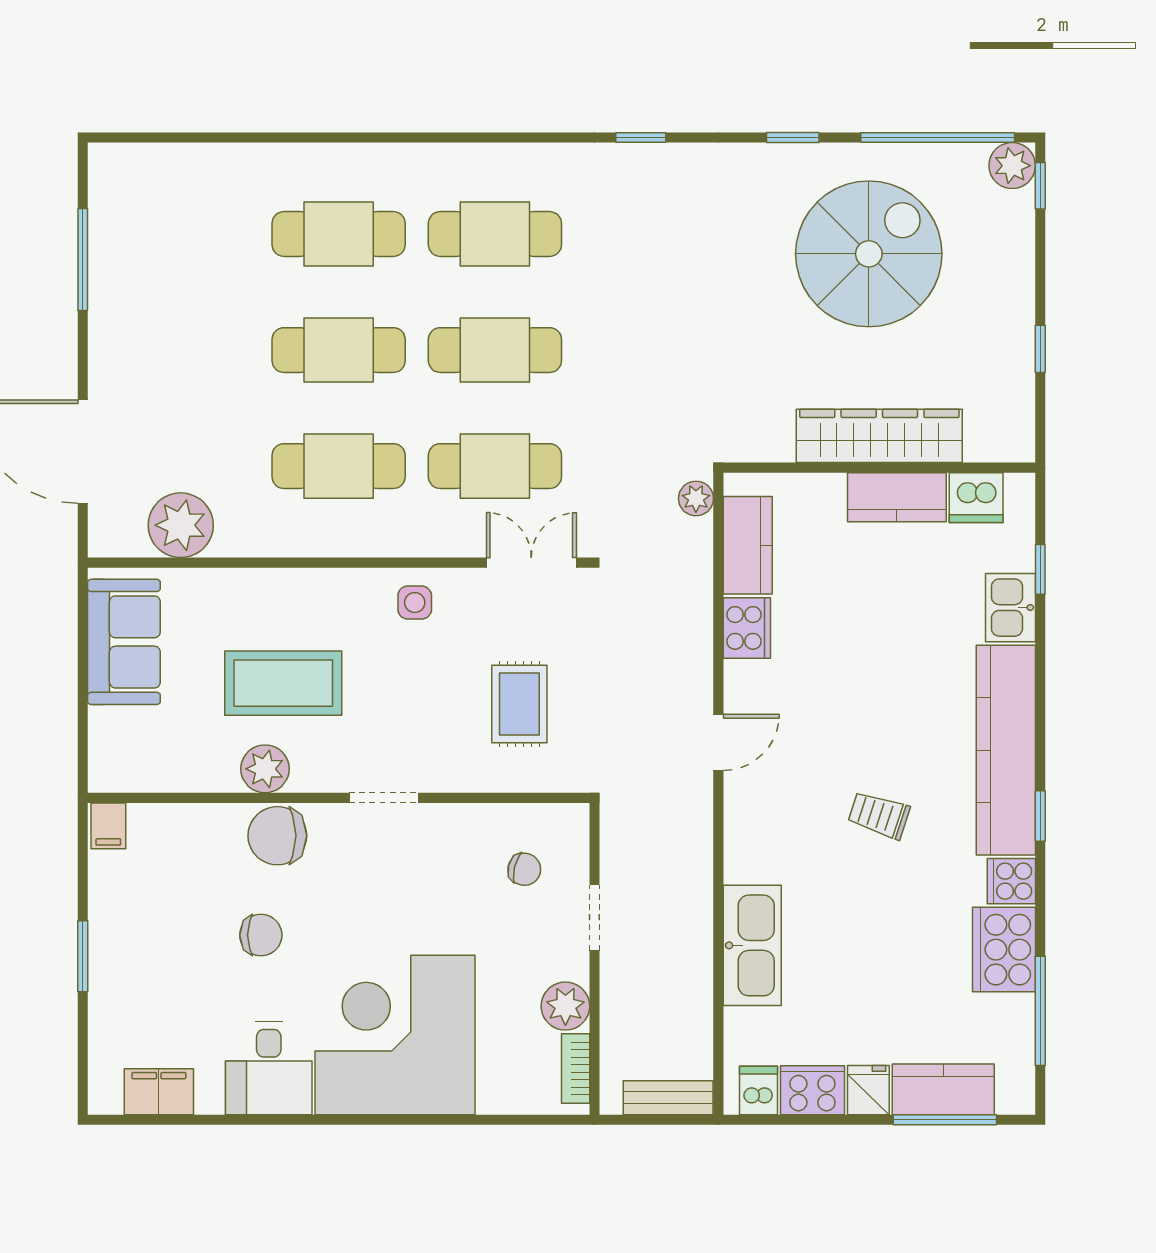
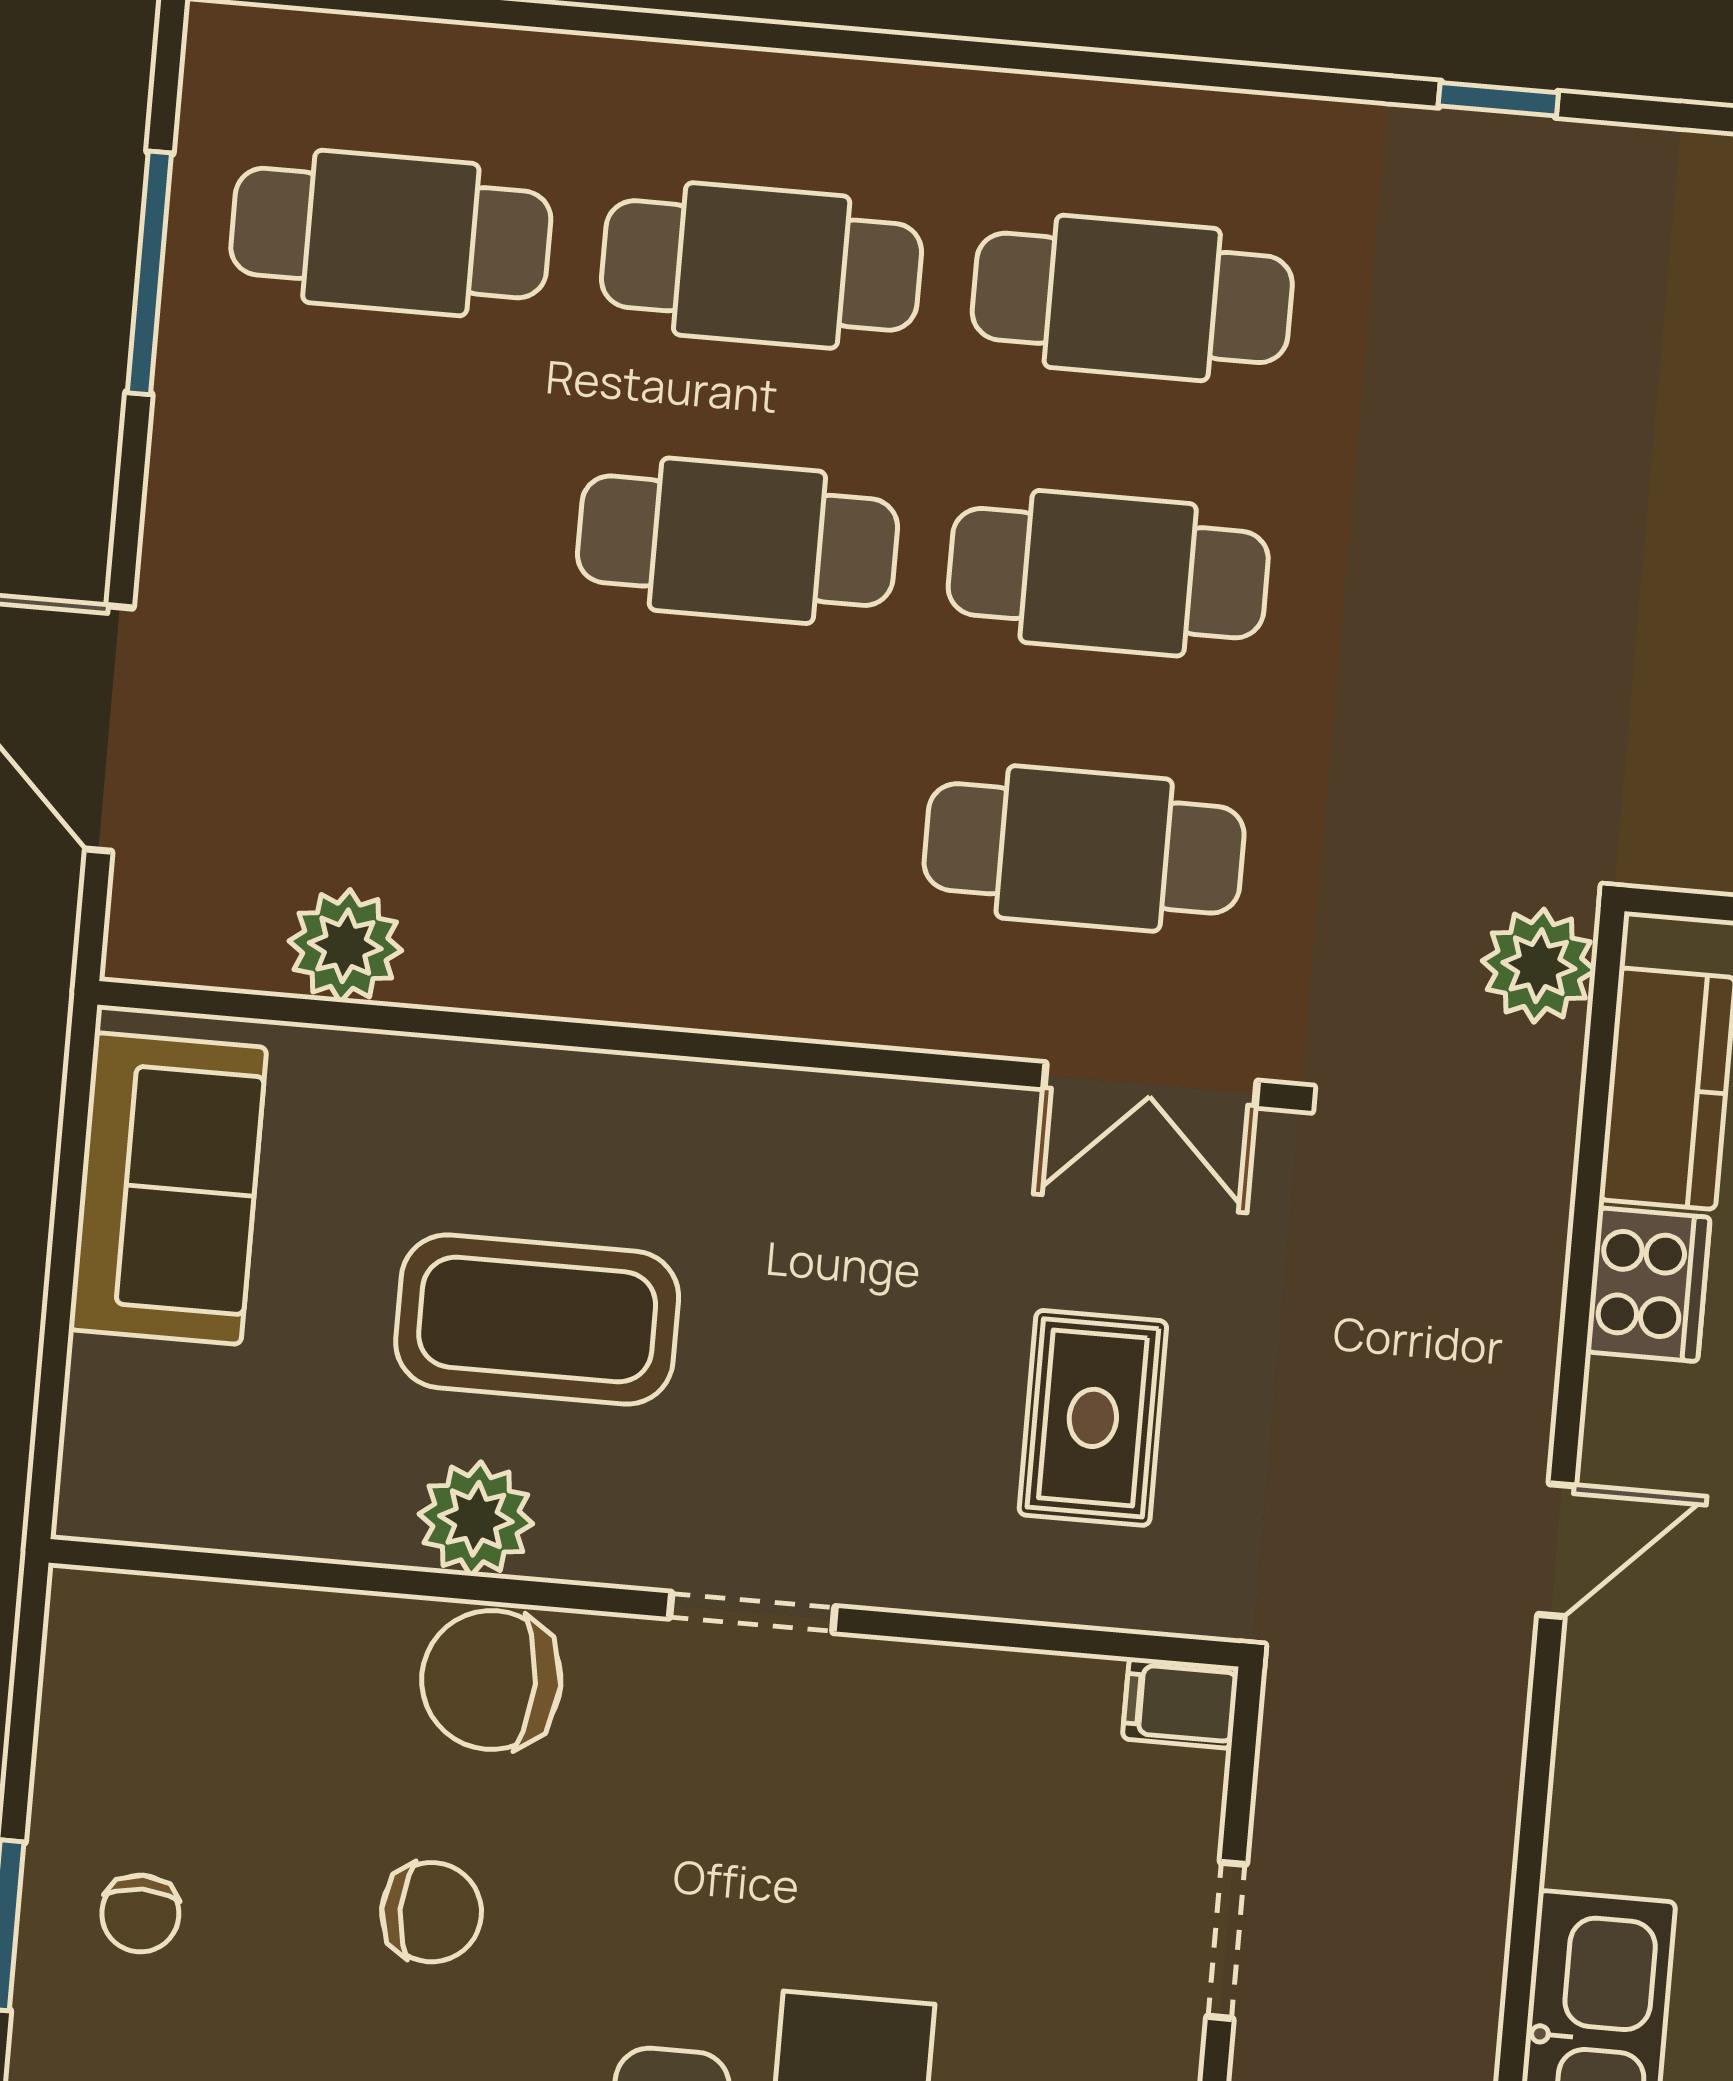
cafe table: (339, 466) -> (391, 233), moved
plant: (696, 498) -> (1539, 966), width x1.38, depth x1.38
plant: (181, 525) -> (345, 946), width x0.73, depth x0.73
double door: (531, 563) -> (1151, 1085), swing flipped
side table: (415, 603) -> (866, 1155), removed
filing cabinet: (108, 826) -> (1180, 1703), moved, turned 90
chair: (524, 869) -> (140, 1914), moved, turned 76

